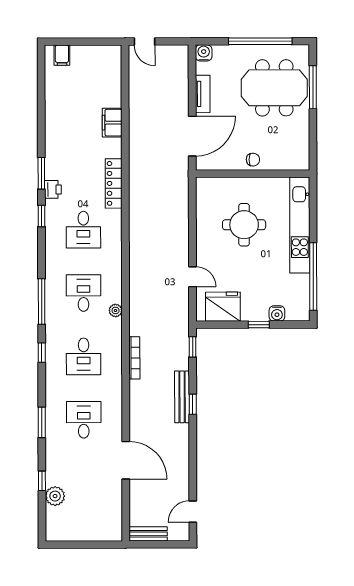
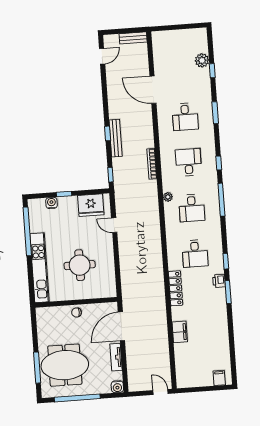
desk: (83, 230) -> (195, 254), turned 180

